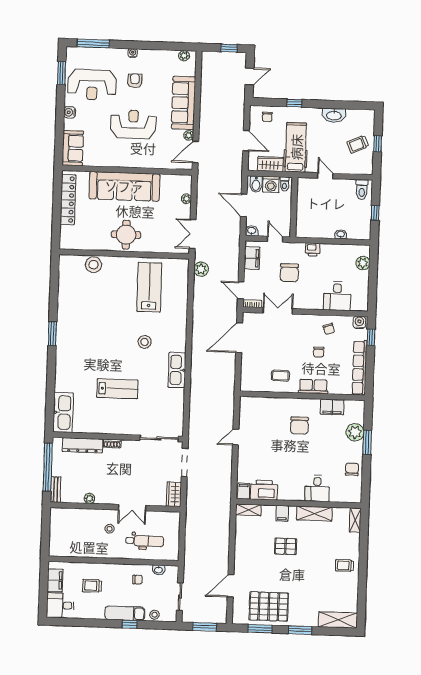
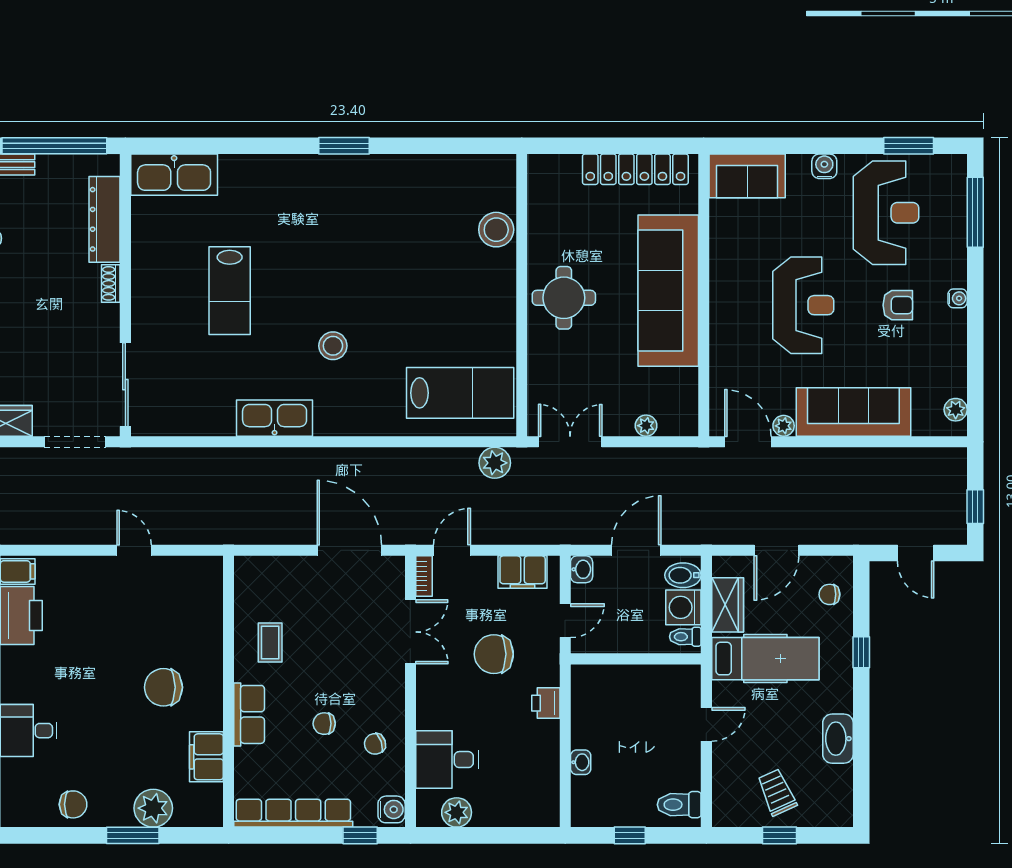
reception desk: (92, 85) -> (886, 213), turned 180
plant: (363, 263) -> (457, 812), moved
lab bench: (149, 287) -> (460, 393), moved

